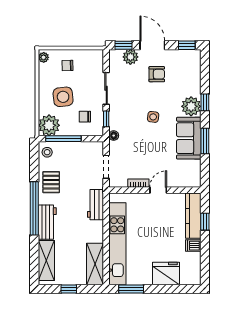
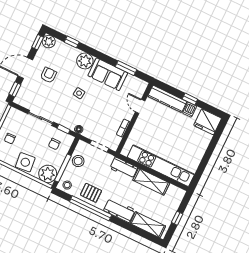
plant: (130, 57) -> (49, 42), moved
side table: (63, 97) -> (25, 162), moved
window: (205, 102) -> (72, 42), moved
window: (205, 141) -> (126, 68), moved
stool: (79, 152) -> (78, 161), added
door: (158, 190) -> (140, 106), moved
window: (34, 208) -> (91, 208), moved
window: (205, 222) -> (190, 99), moved
shelving: (95, 264) -> (151, 182), moved
fridge: (166, 274) -> (208, 122), moved, turned -90
window: (131, 289) -> (200, 172), removed

